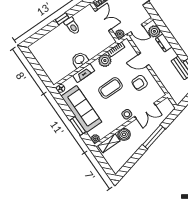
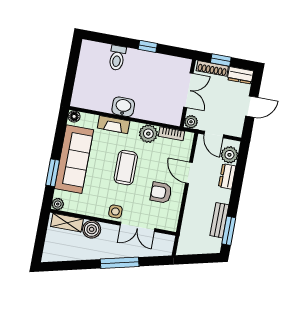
toilet: (72, 26) -> (117, 58), moved
coffee table: (110, 88) -> (126, 168), turned 90

